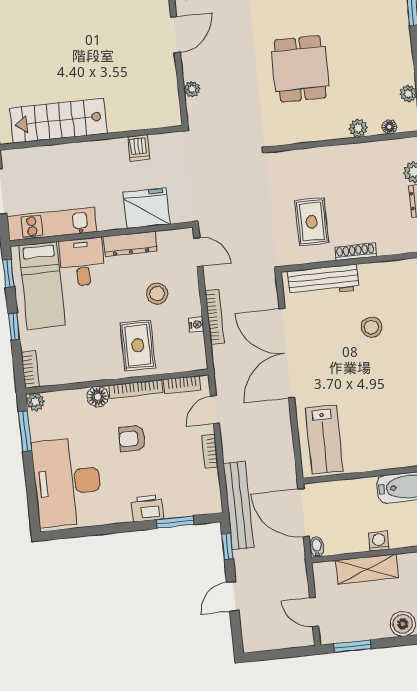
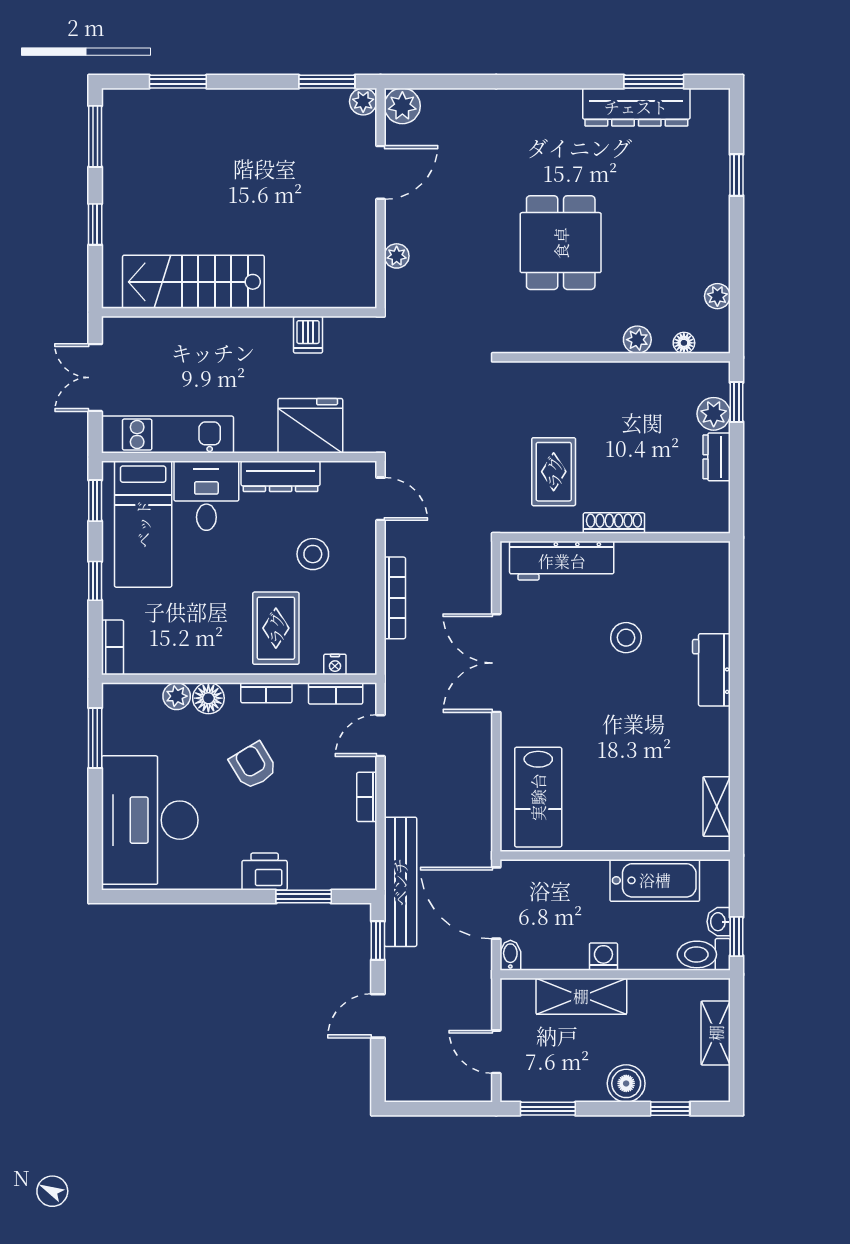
nightstand: (196, 325) -> (335, 664), moved, turned 90
double door: (287, 353) -> (496, 663), width x0.73
bookcase: (136, 389) -> (266, 693), width x0.64
plant: (35, 402) -> (177, 696), moved
armchair: (132, 438) -> (253, 766), turned 59

